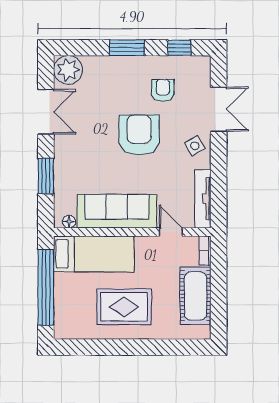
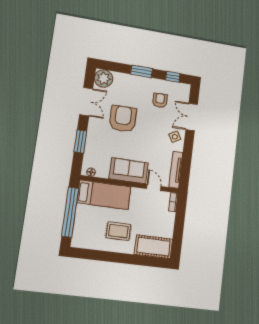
double door: (219, 109) -> (192, 117), swing flipped
armchair: (139, 135) -> (123, 119), moved
sofa: (117, 211) -> (129, 171), width x0.73
cot: (196, 296) -> (153, 247), moved, turned 90
rug: (124, 307) -> (119, 231), width x0.73, depth x0.70

